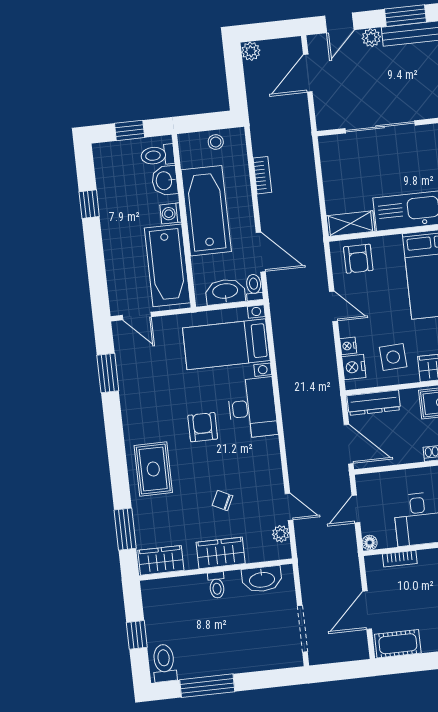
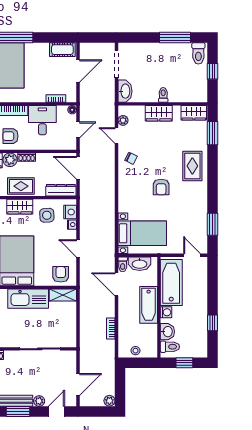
bathtub: (206, 211) -> (149, 305), width x0.73, depth x0.73
desk: (252, 408) -> (131, 195), removed
chair: (223, 501) -> (131, 158), moved
washbasin: (262, 579) -> (125, 91), moved, turned 90

